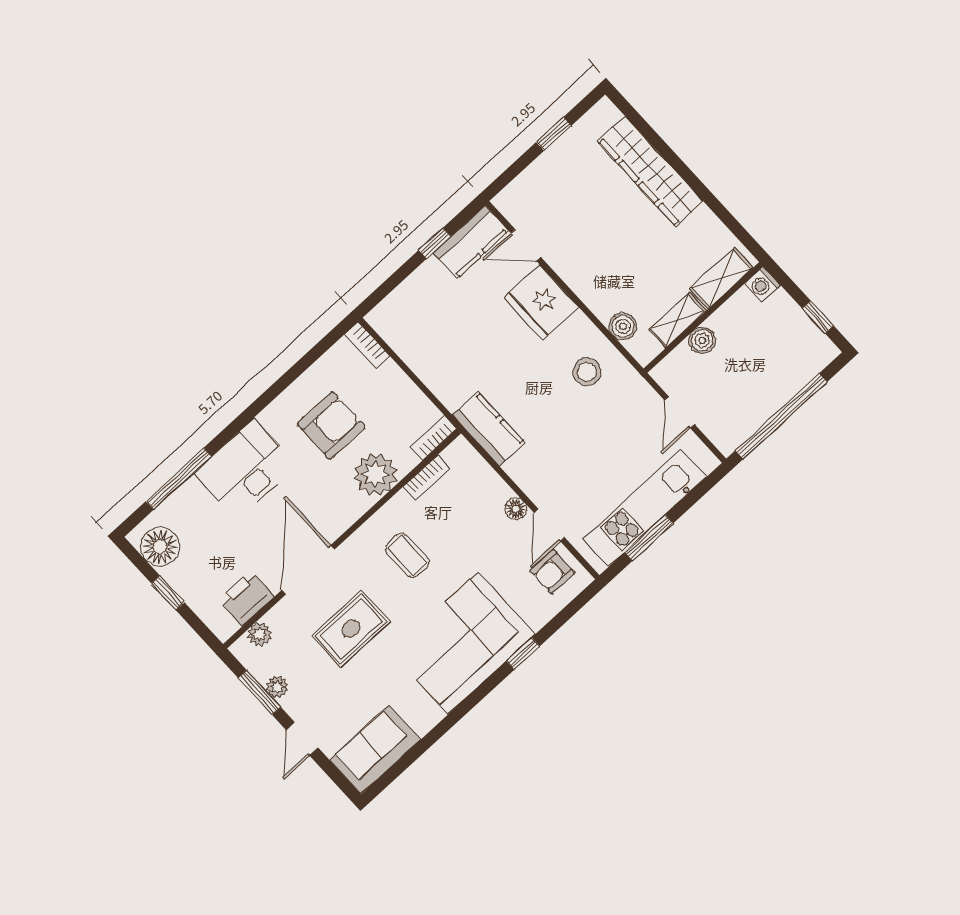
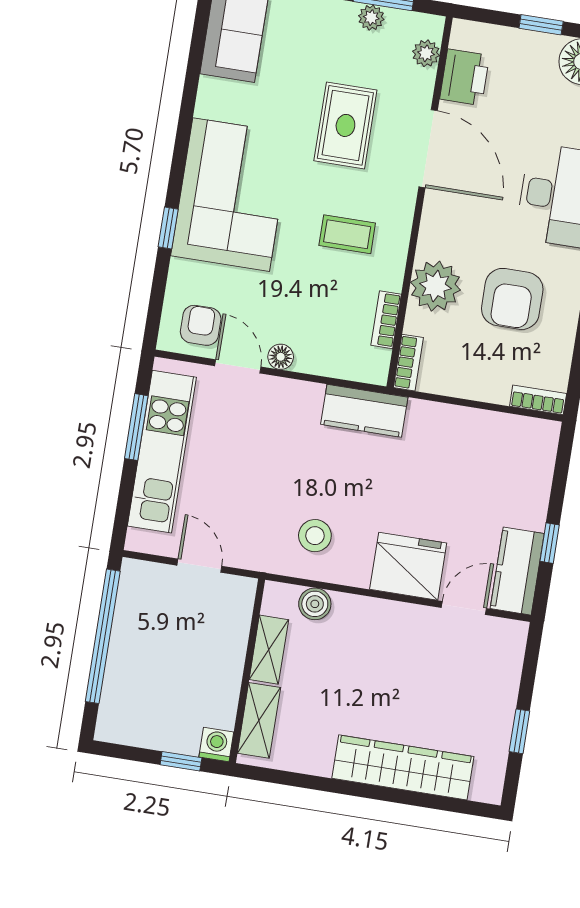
window: (818, 317) -> (181, 761), moved
boiler: (702, 340) -> (231, 649), removed

